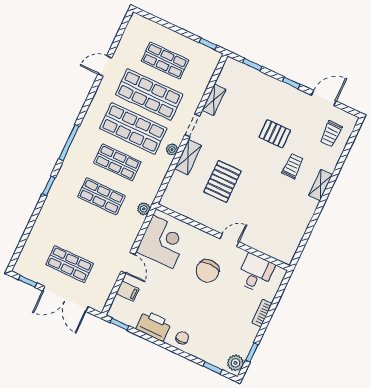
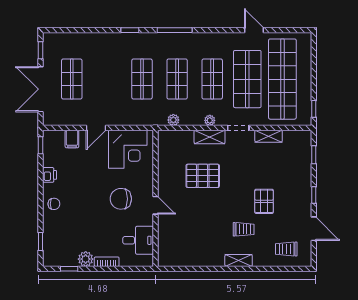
shop shelf: (165, 61) -> (282, 79), width x2.00, depth x1.36
shop shelf: (133, 128) -> (212, 79), width x0.70, depth x0.74
plant: (144, 209) -> (173, 120), moved
printer: (154, 326) -> (50, 175), width x0.53, depth x0.68
plant: (235, 363) -> (86, 259), moved

